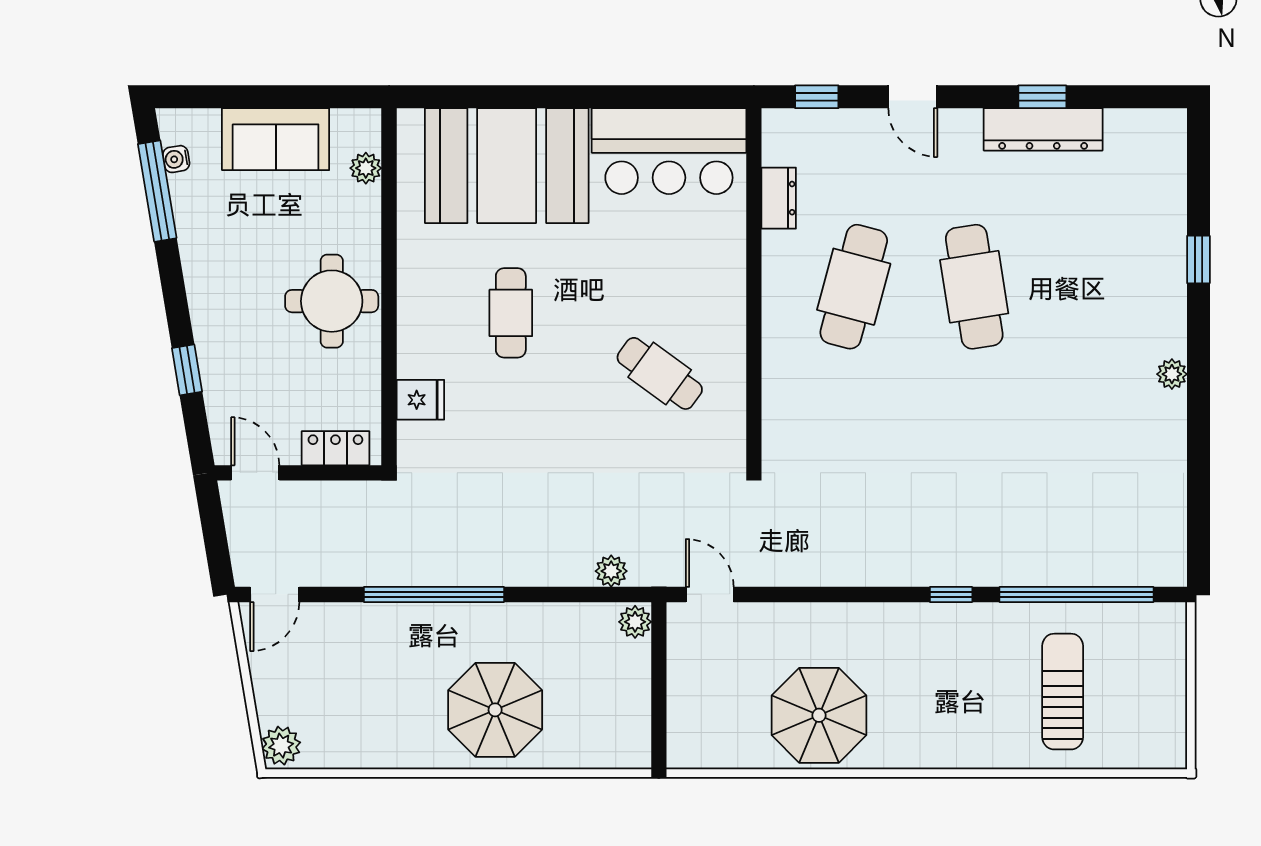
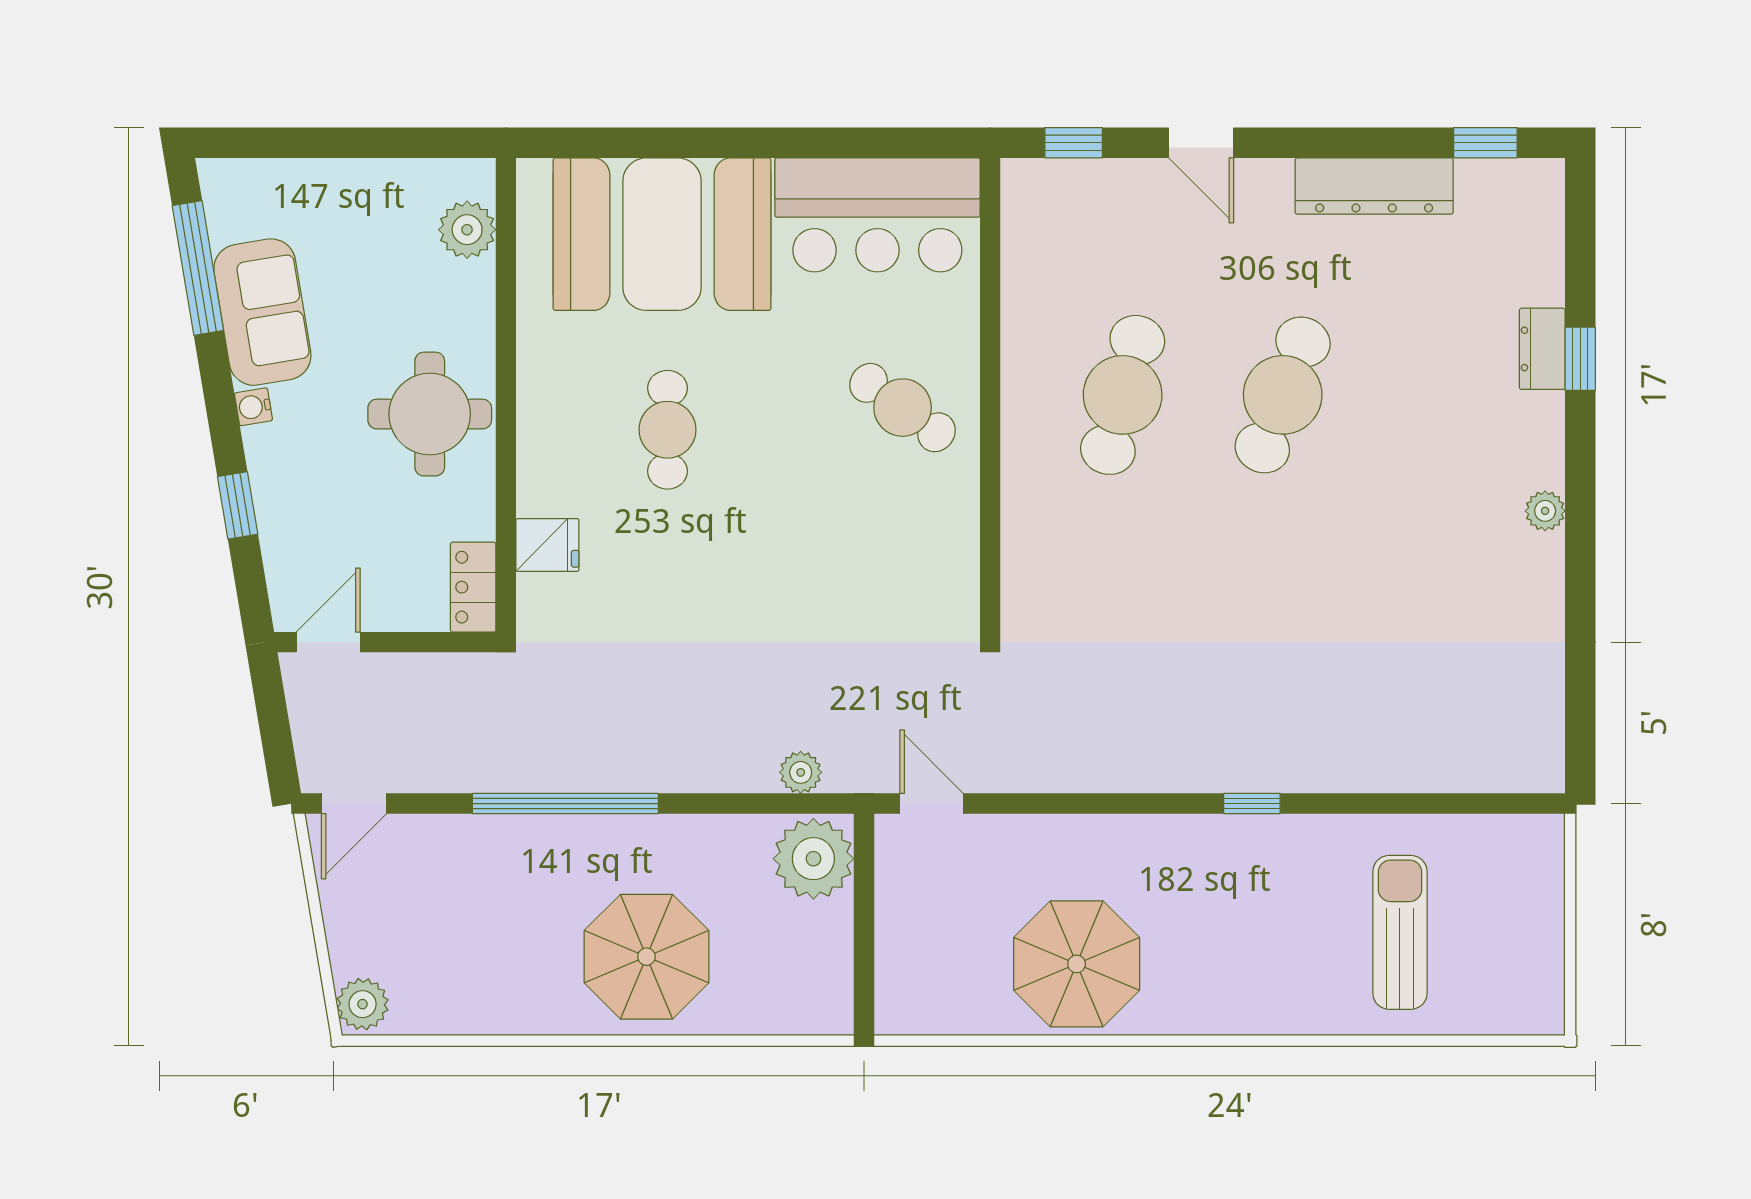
window: (1042, 97) -> (1485, 143), moved
sofa: (276, 139) -> (262, 312), moved, turned -99
water cooler: (176, 159) -> (253, 407), moved
plant: (366, 168) -> (467, 230), width x1.38, depth x1.38
dresser: (779, 198) -> (1542, 349), moved, turned 180
cafe table: (974, 287) -> (1283, 395), turned 30
cafe table: (660, 373) -> (903, 408), moved
locker: (335, 448) -> (473, 587), moved, turned -90
door: (255, 473) -> (328, 642), hinge flipped
window: (1077, 594) -> (1418, 804), removed
plant: (635, 622) -> (813, 859), width x1.87, depth x1.87

